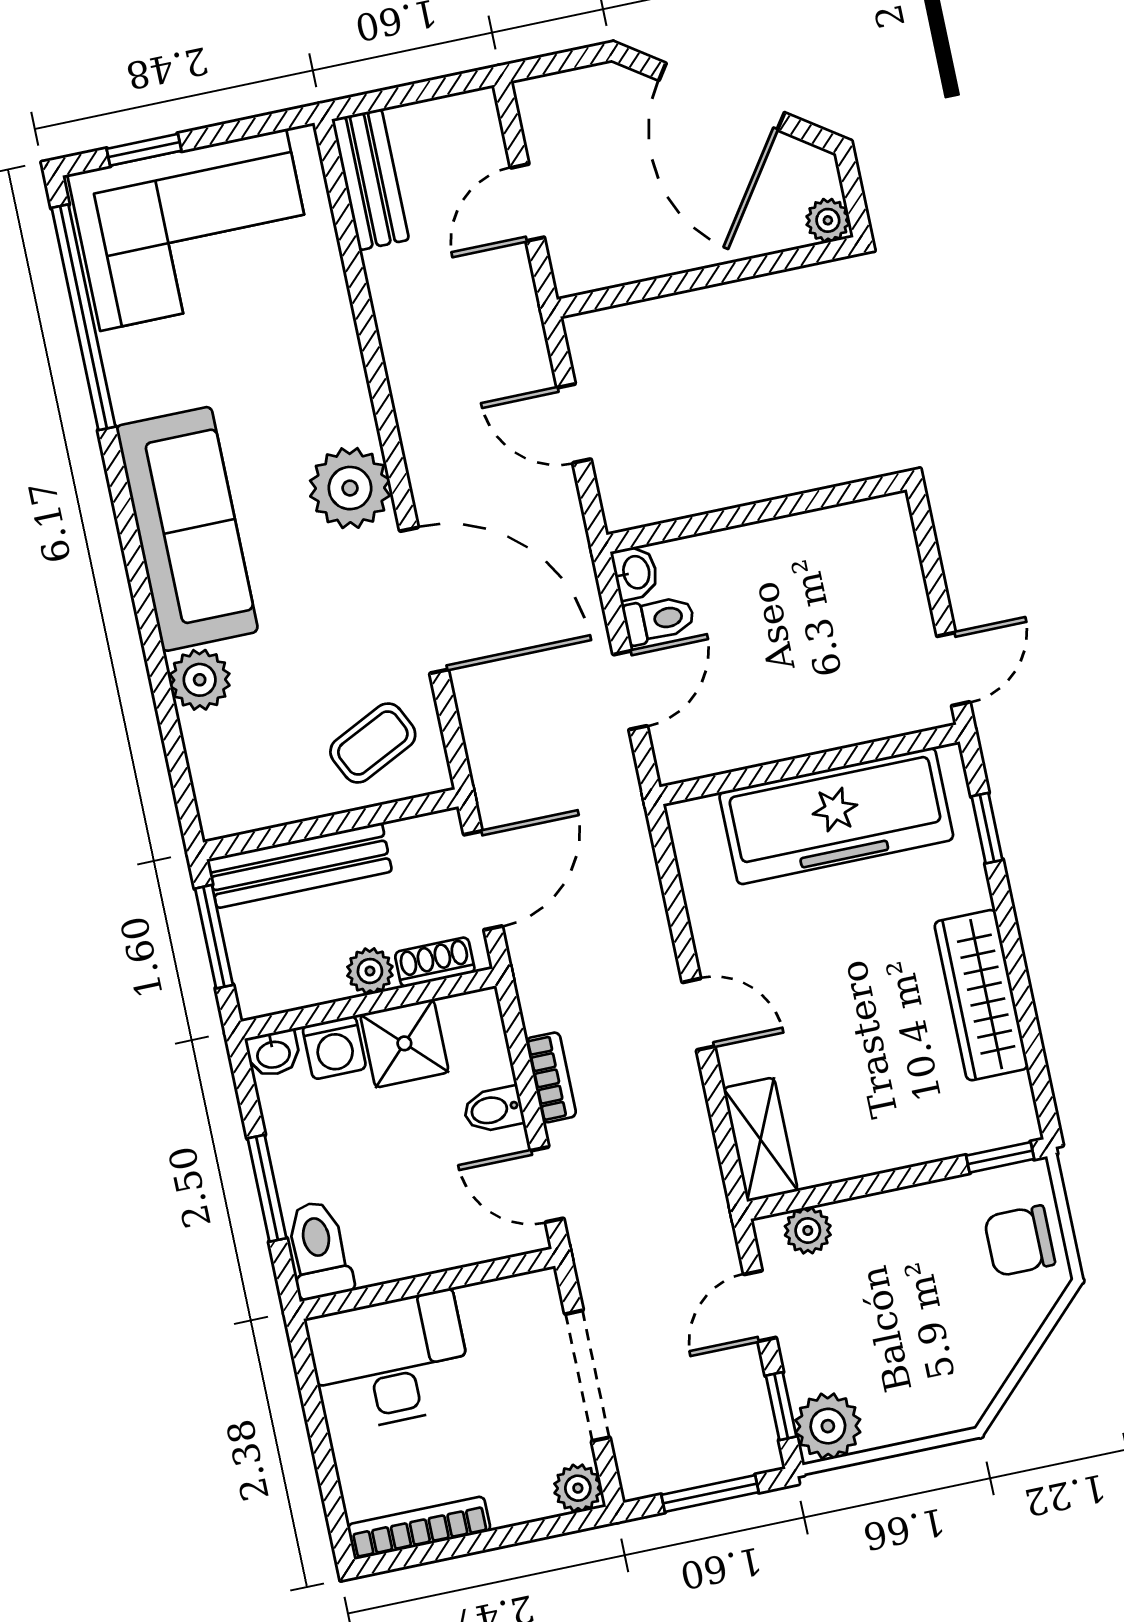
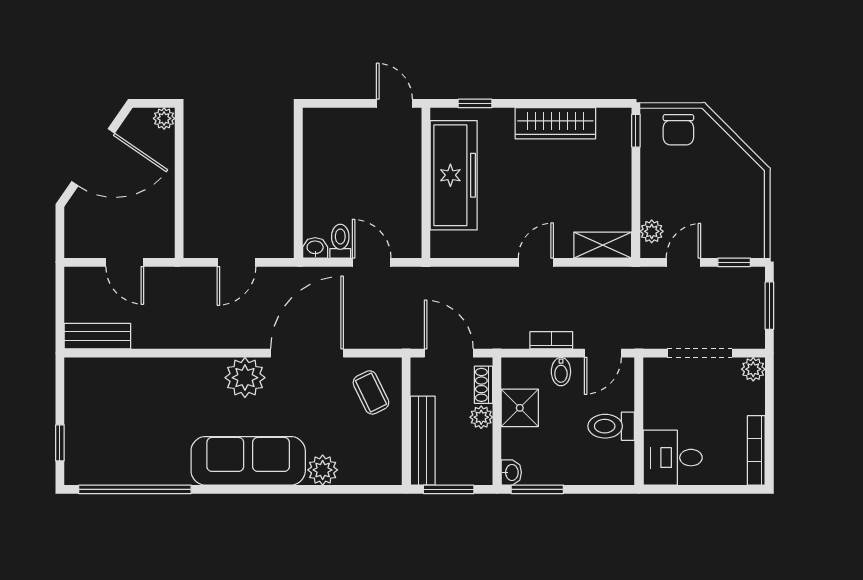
corner sofa: (193, 230) -> (104, 427), removed
washing machine: (334, 1048) -> (515, 442), removed
window: (267, 1188) -> (537, 489), moved
toilet: (319, 1250) -> (611, 426), moved
door: (760, 1306) -> (683, 262), swing flipped
desk: (390, 1362) -> (673, 458), width x0.73
plant: (828, 1426) -> (749, 242), removed

